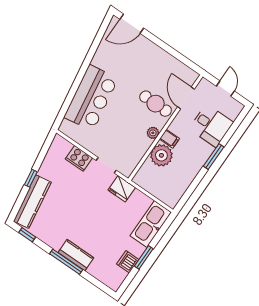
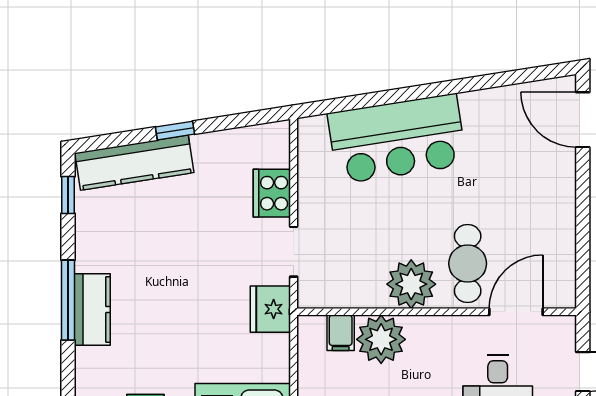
plant: (153, 133) -> (411, 284), width x1.87, depth x1.87
filing cabinet: (169, 139) -> (341, 333), moved

